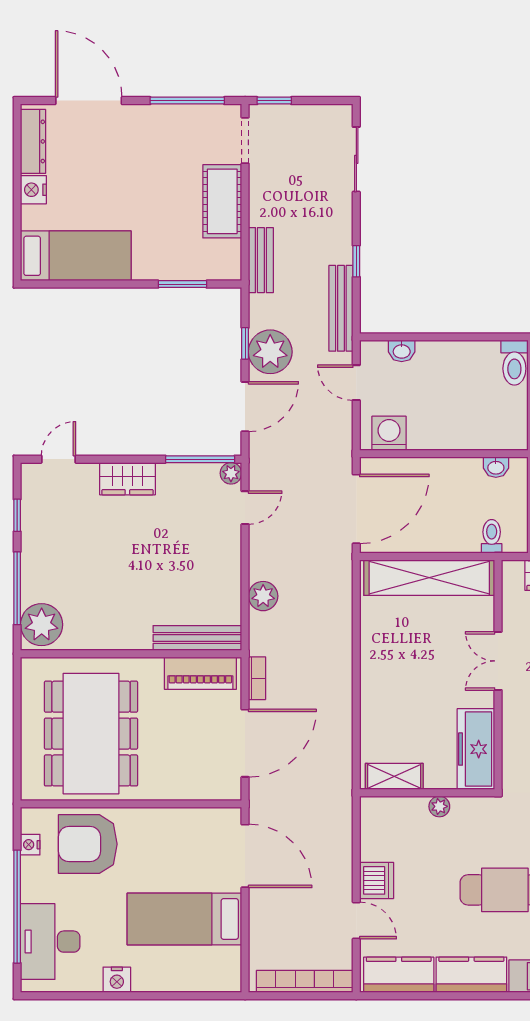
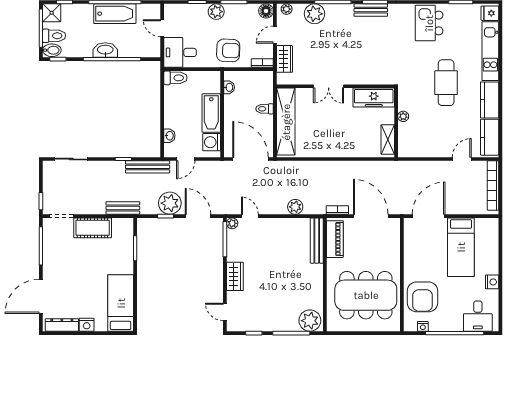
bathtub: (446, 433) -> (211, 113), added
toilet: (492, 536) -> (265, 109), moved
dishwasher: (377, 880) -> (441, 149), removed
desk: (50, 942) -> (478, 316), width x0.73

